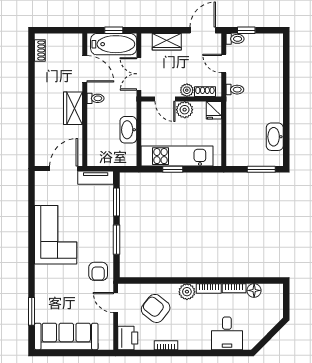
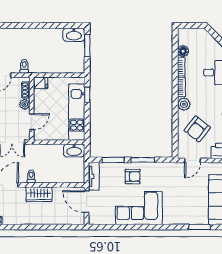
plant: (185, 110) -> (40, 106), removed
washbasin: (128, 130) -> (74, 151), moved
washbasin: (275, 137) -> (74, 35), moved
window: (173, 169) -> (87, 95), moved
armchair: (98, 271) -> (133, 176), moved

